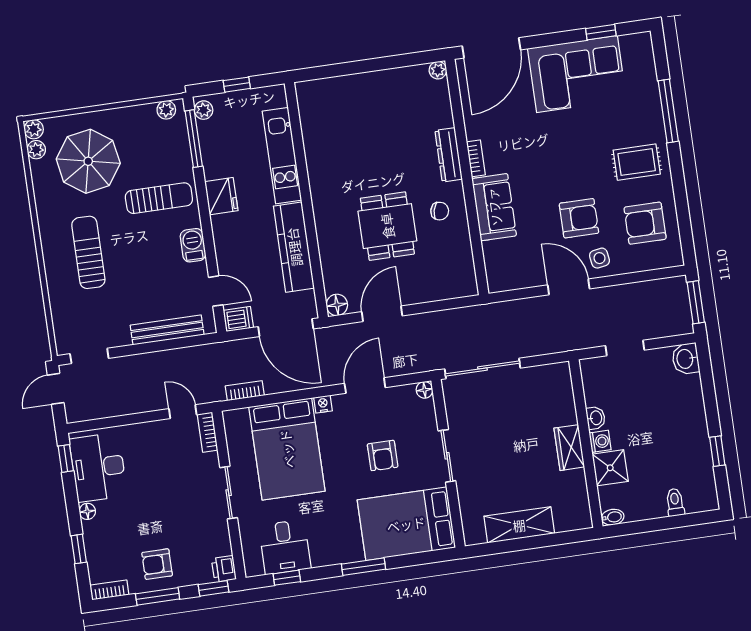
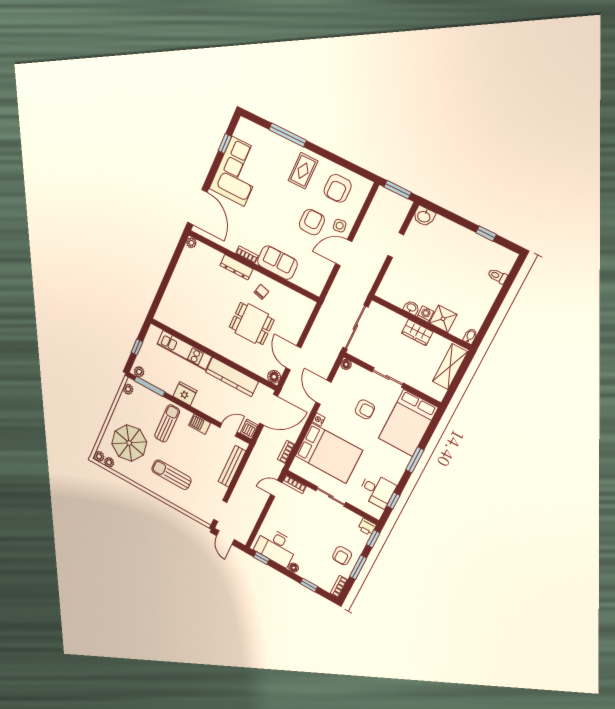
washbasin: (596, 418) -> (411, 308), moved
washing machine: (600, 441) -> (425, 314), moved
wall: (586, 444) -> (421, 322), moved
wardrobe: (569, 448) -> (417, 332), moved
shower: (610, 468) -> (443, 319), moved
bidet: (613, 517) -> (470, 336), moved

